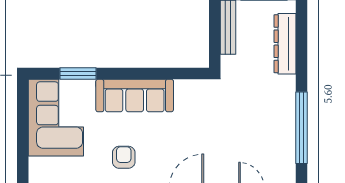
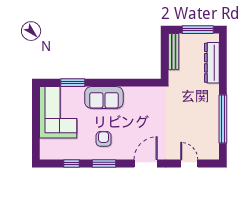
sofa: (135, 96) -> (104, 97), width x0.73

